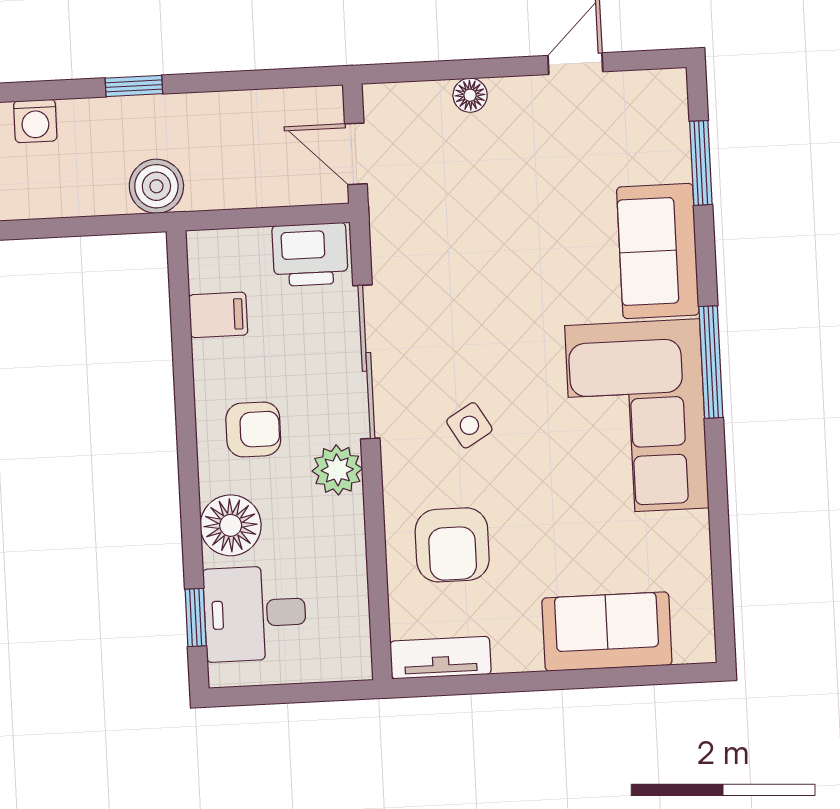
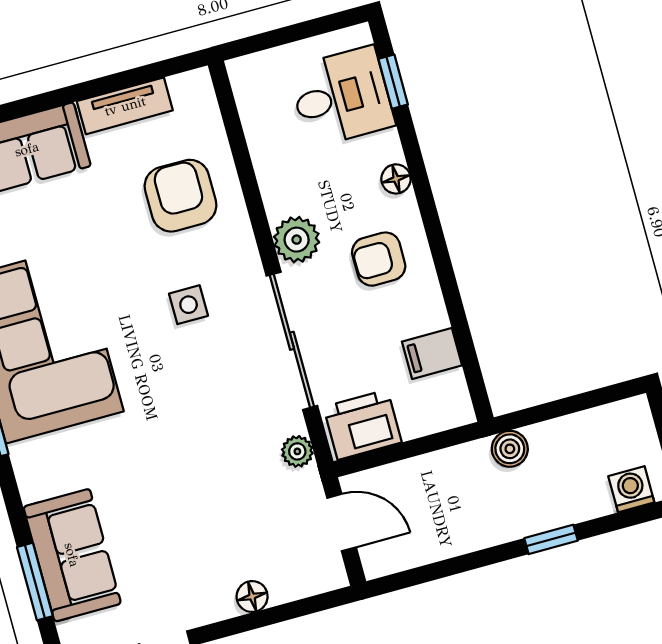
boiler: (156, 186) -> (510, 449), width x0.73, depth x0.73
plant: (387, 241) -> (297, 451), added
sofa: (658, 251) -> (72, 555), moved
side table: (469, 425) -> (189, 305), turned 31
floor lamp: (231, 525) -> (396, 179), width x0.53, depth x0.53
tv unit: (441, 658) -> (125, 106), moved

